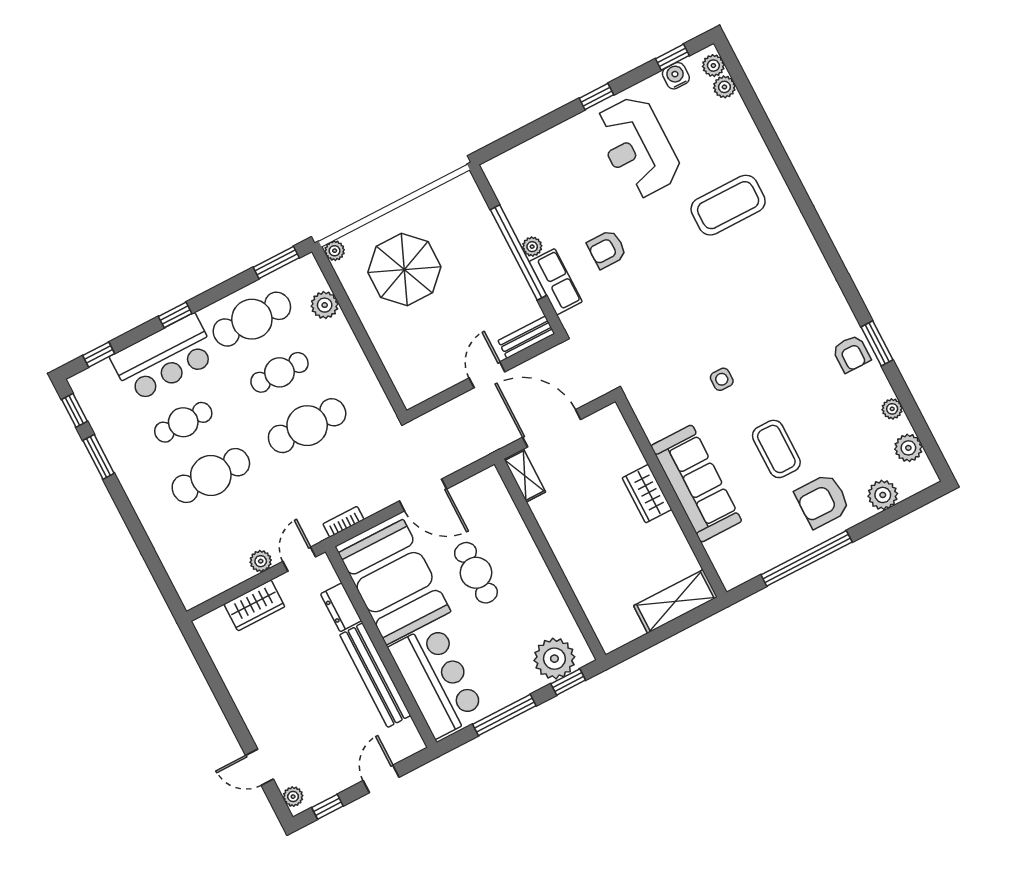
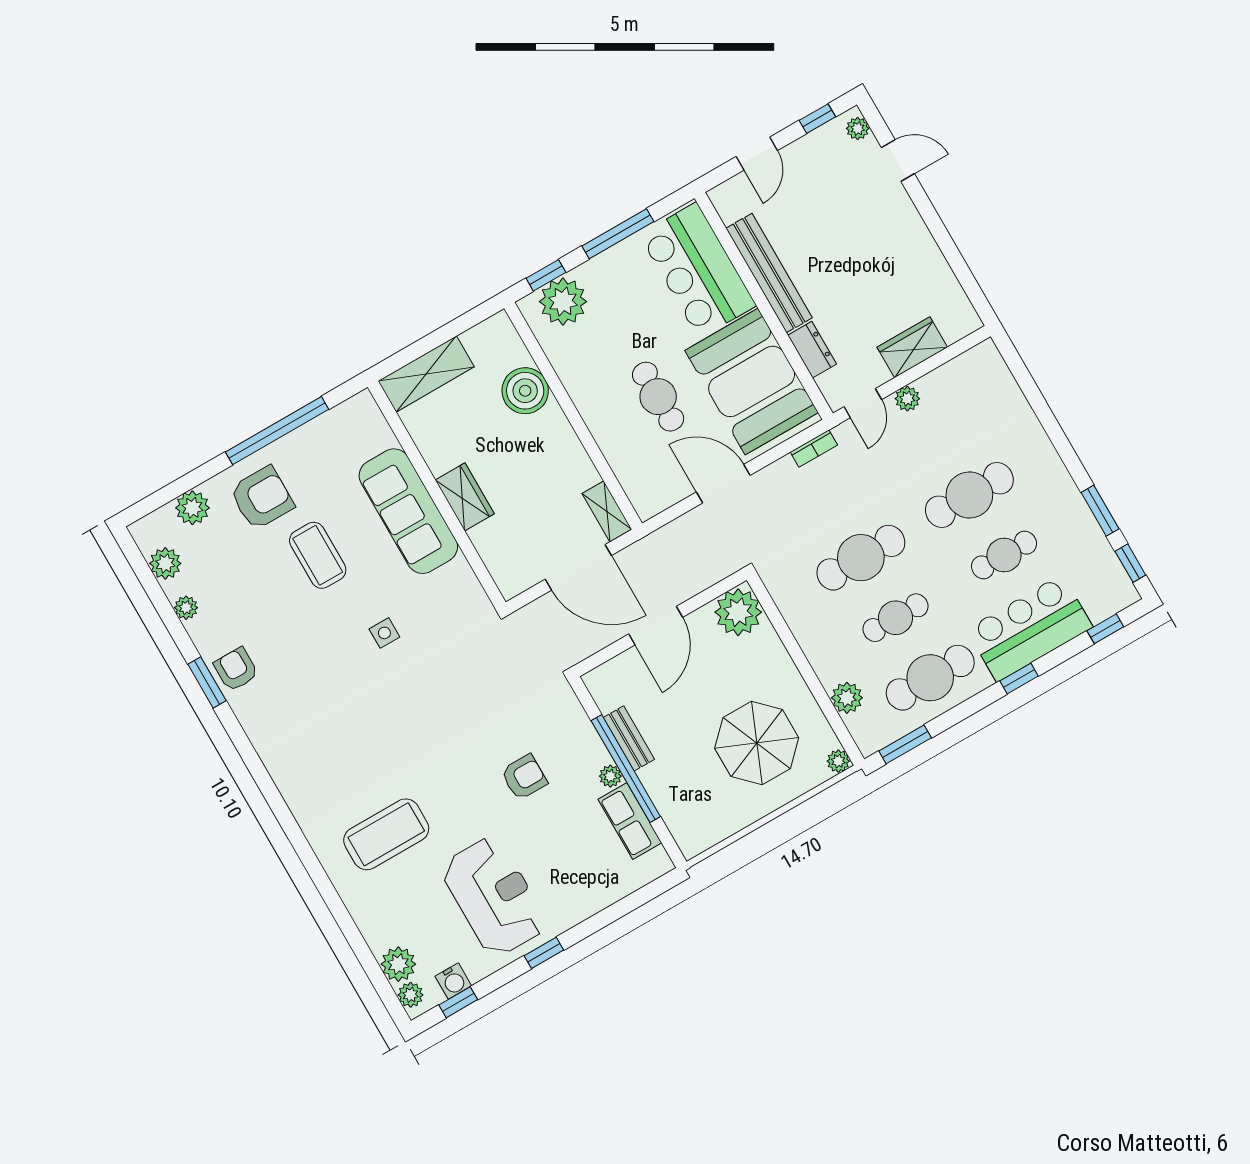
plant: (724, 87) -> (398, 964), width x1.38, depth x1.38
row of seats: (556, 282) -> (630, 821), moved
bench: (526, 337) -> (629, 738), moved, turned 90
door: (487, 375) -> (656, 626), width x1.38
plant: (415, 383) -> (738, 612), added
boiler: (591, 583) -> (525, 391), added

